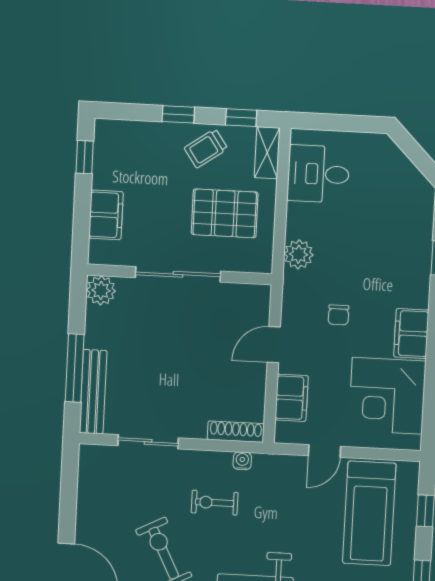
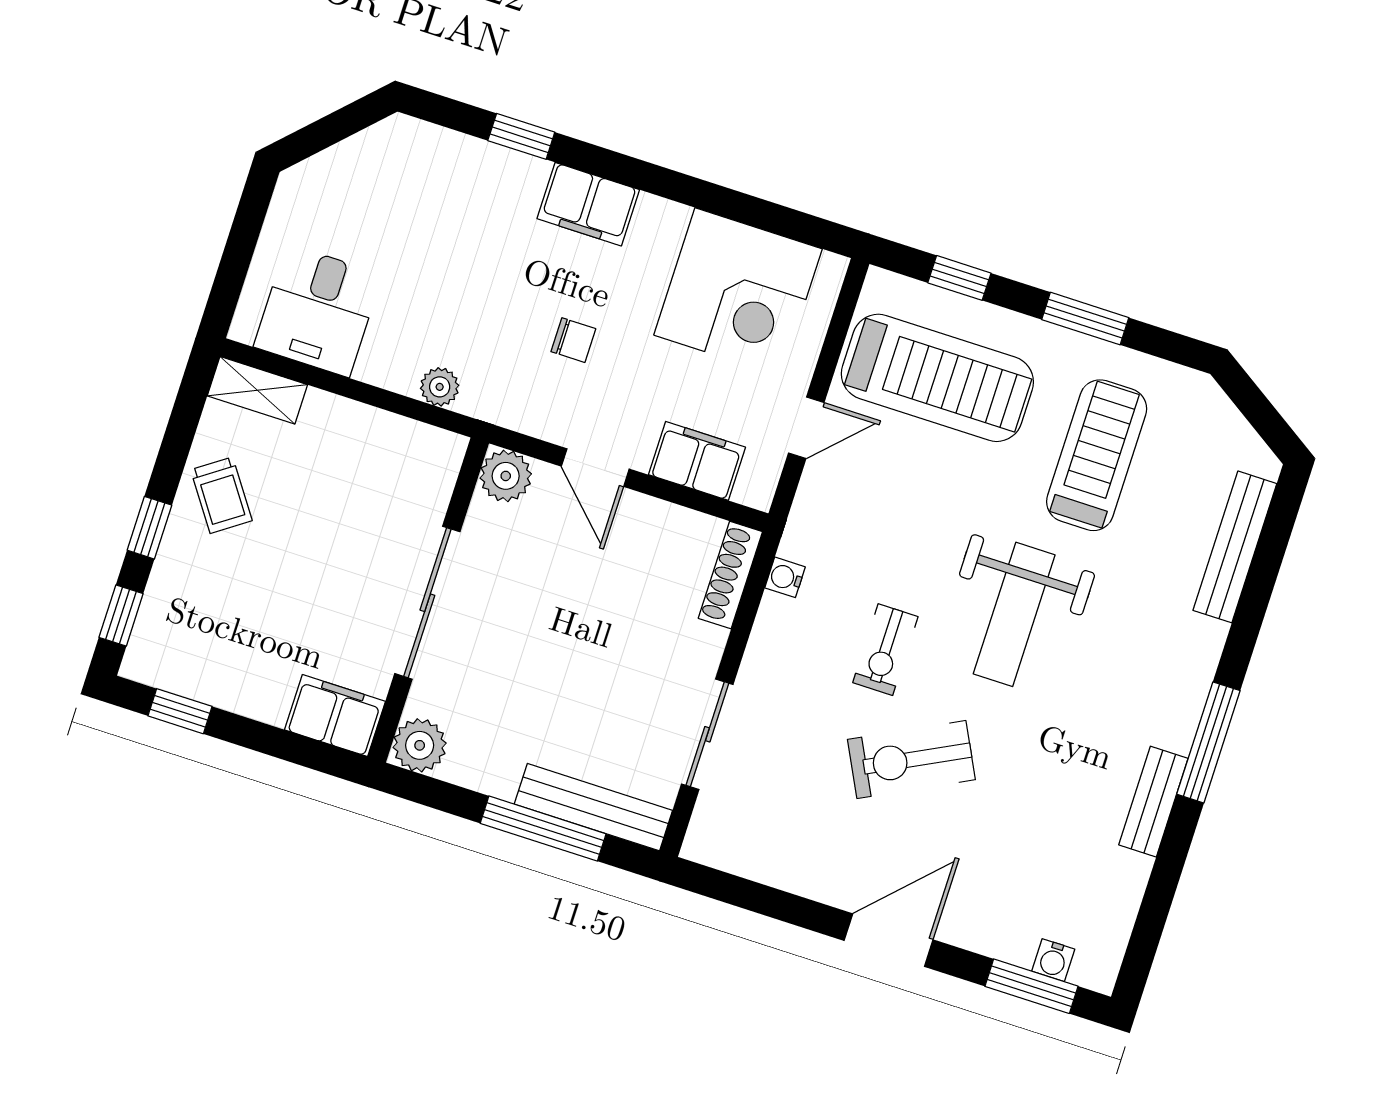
window: (241, 118) -> (121, 615), moved
pallet: (225, 213) -> (343, 493), removed
filing cabinet: (106, 215) -> (335, 716), moved
plant: (299, 254) -> (440, 387), width x0.73, depth x0.73
plant: (257, 298) -> (506, 476), added
filing cabinet: (411, 333) -> (588, 204), moved
door: (325, 451) -> (806, 428), hinge flipped
exercise bike: (215, 503) -> (885, 650), moved

